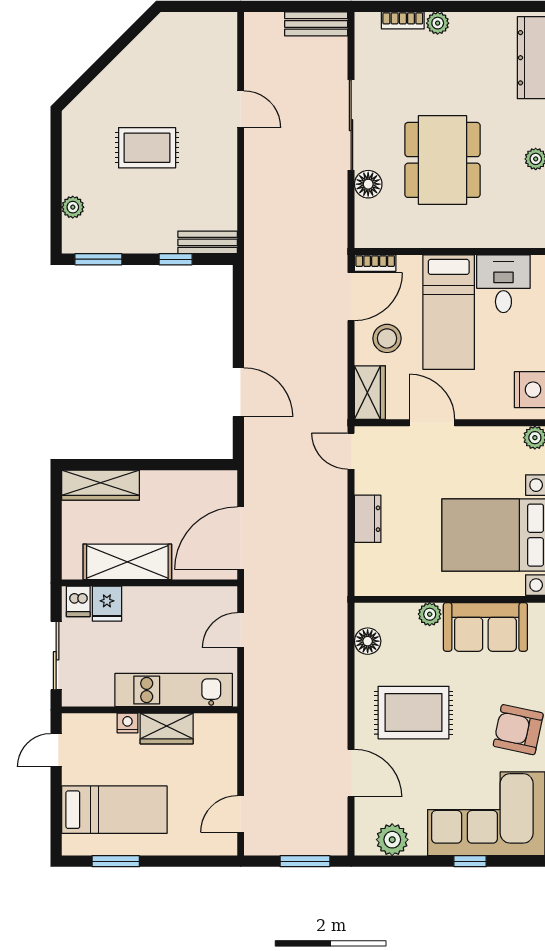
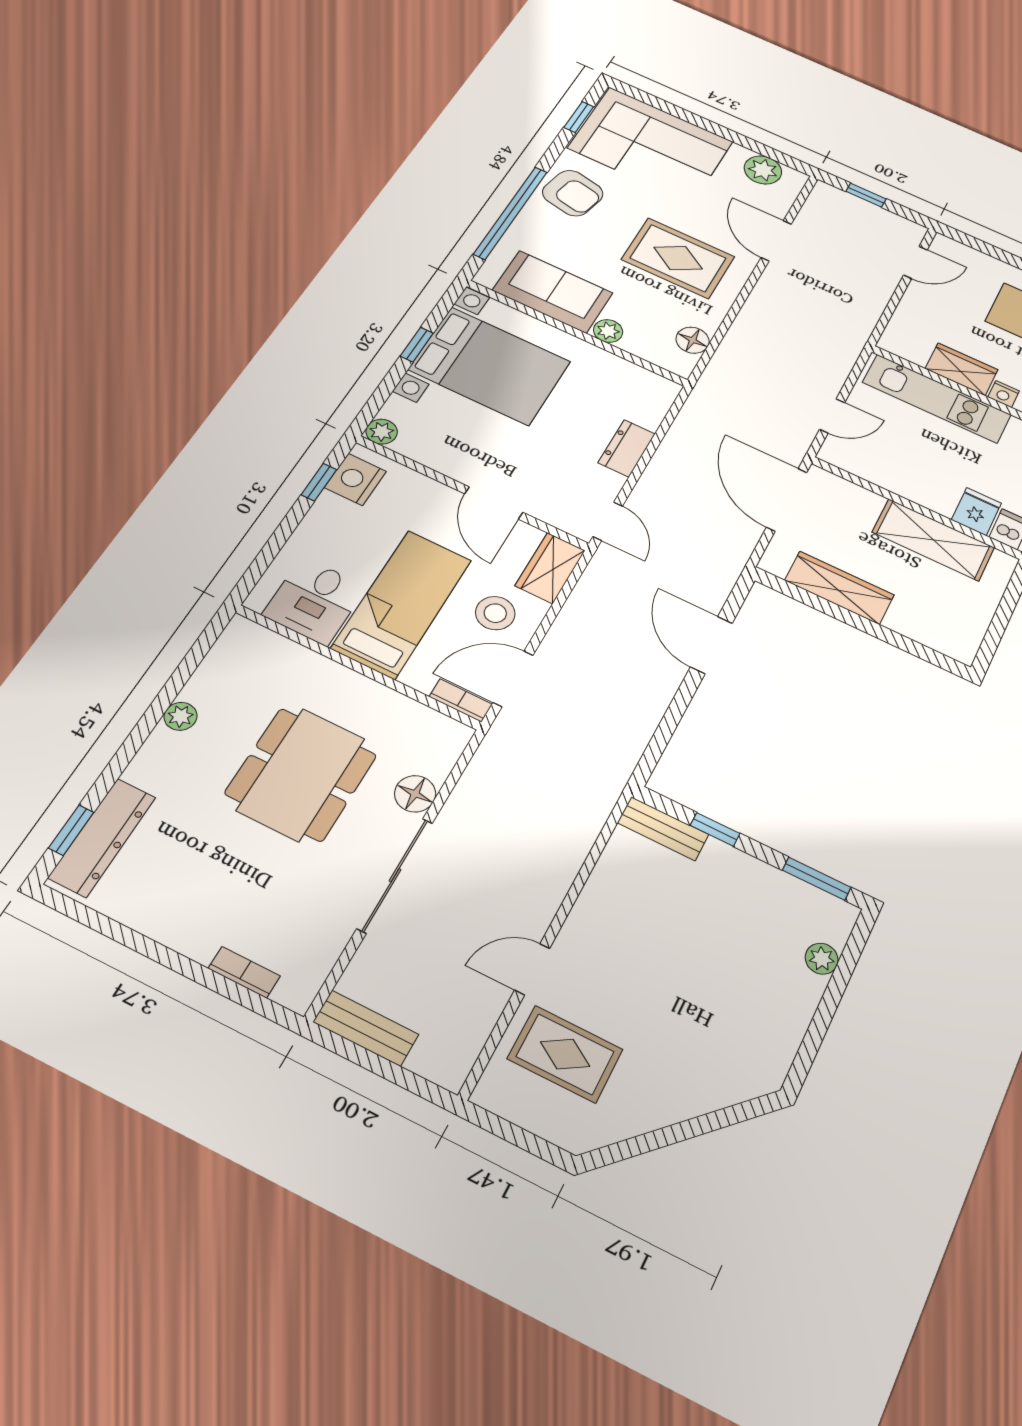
plant: (438, 23) -> (199, 945), removed
door: (241, 109) -> (532, 969), hinge flipped
rug: (147, 148) -> (565, 1054), moved
wardrobe: (101, 485) -> (839, 588), moved
door: (241, 538) -> (787, 500), swing flipped
window: (305, 861) -> (866, 195), width x0.67
window: (470, 861) -> (691, 118), removed

